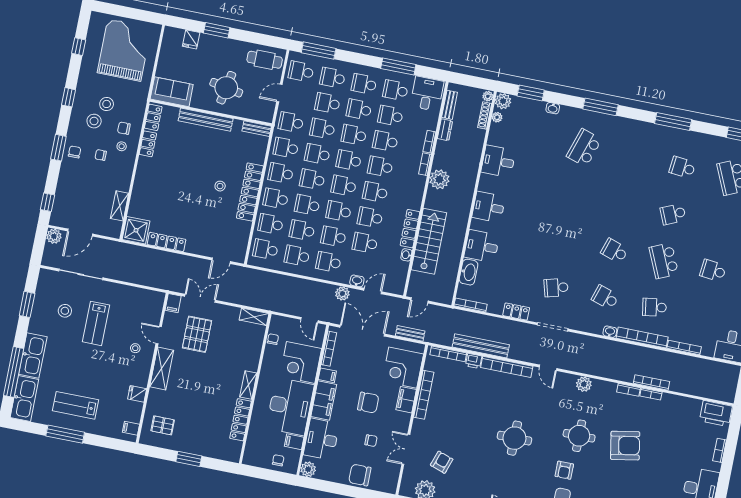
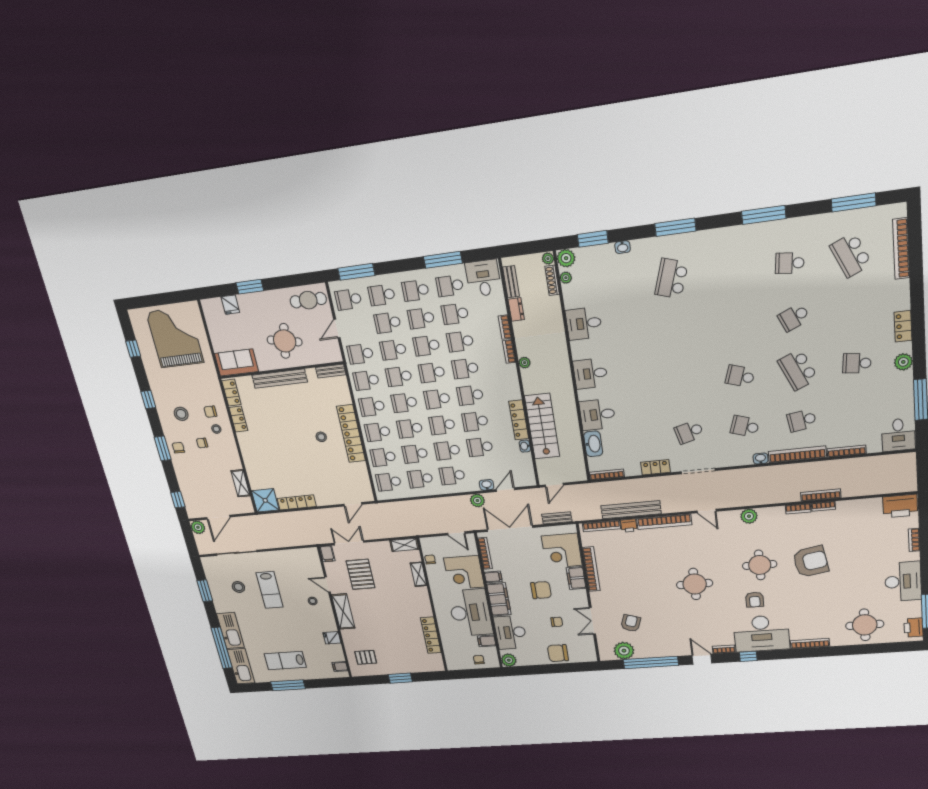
stool: (107, 104) -> (184, 394), removed
plant: (439, 179) -> (525, 363), width x0.53, depth x0.53
shelving: (248, 385) -> (418, 574), moved

